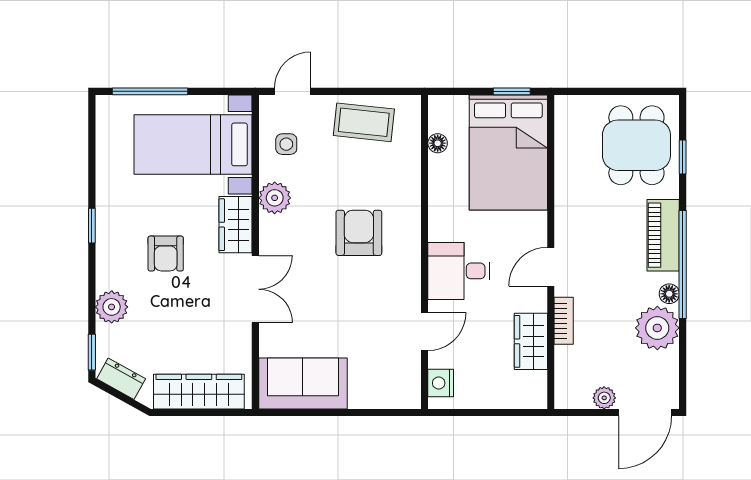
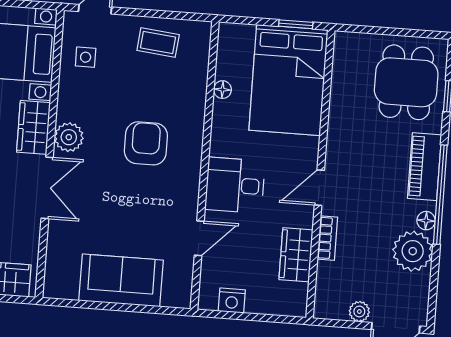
coffee table: (364, 122) -> (158, 43), width x0.73, depth x0.77
floor lamp: (438, 143) -> (222, 90), moved
plant: (275, 198) -> (69, 137), moved
nightstand: (441, 383) -> (232, 301), moved, turned -90
sofa: (303, 384) -> (121, 280), moved

